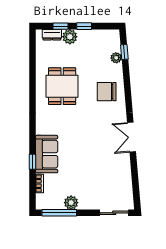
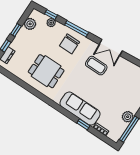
plant: (70, 37) -> (30, 24), moved
window: (127, 89) -> (77, 29), added
coffee table: (103, 134) -> (96, 66), added
sofa: (47, 154) -> (80, 109), width x1.36

